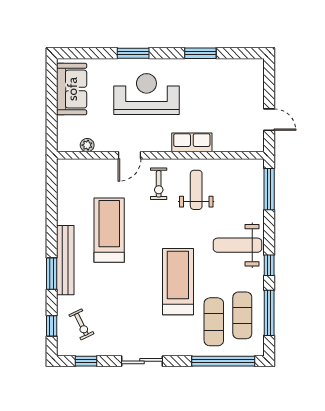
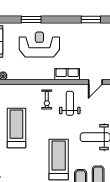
window: (200, 53) -> (91, 19), moved
door: (130, 155) -> (95, 82), moved

